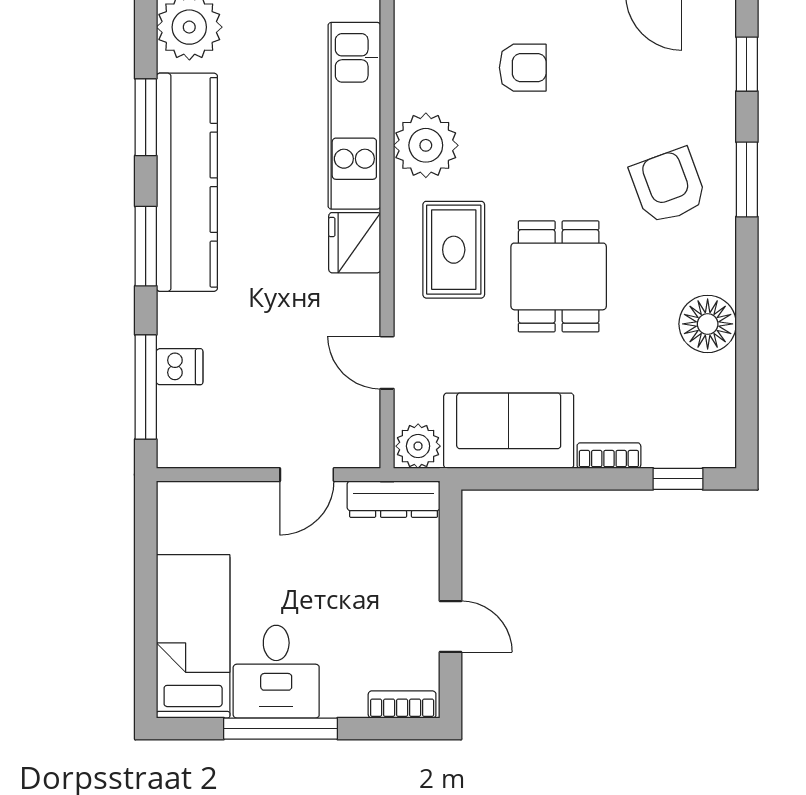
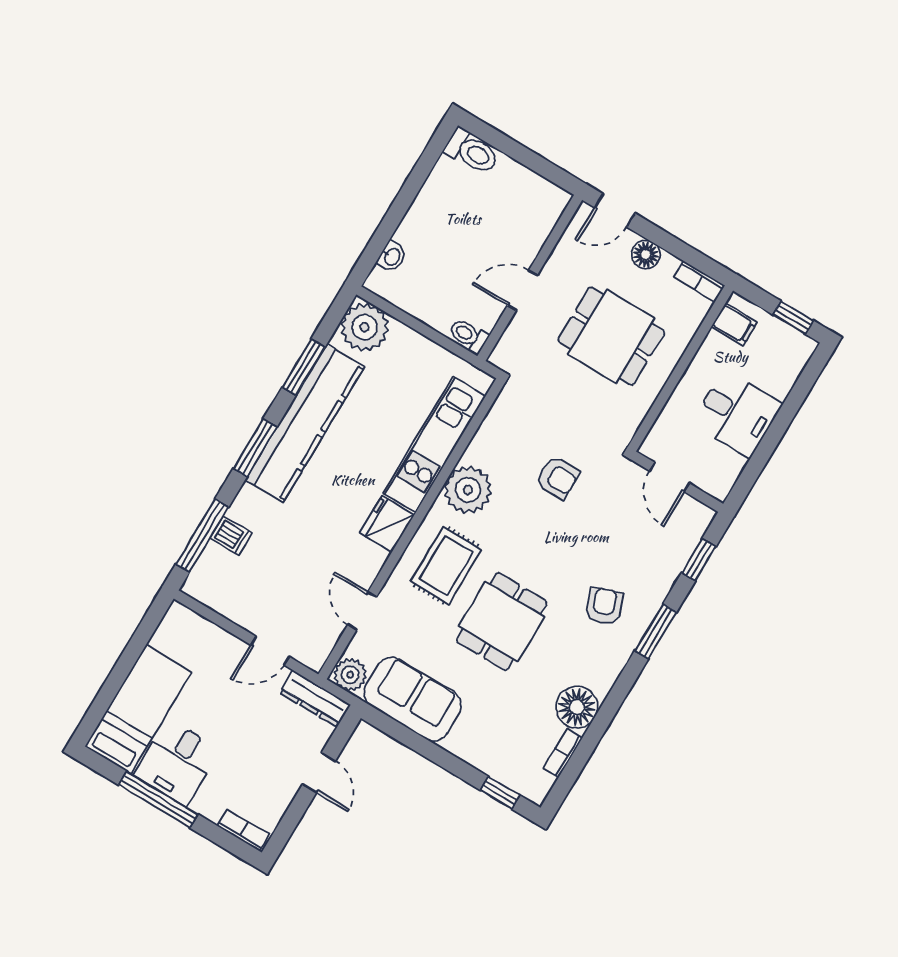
armchair: (668, 186) -> (604, 606), width x0.72, depth x0.72
bookcase: (609, 456) -> (563, 753), moved, turned -90
door: (451, 627) -> (319, 773), moved

